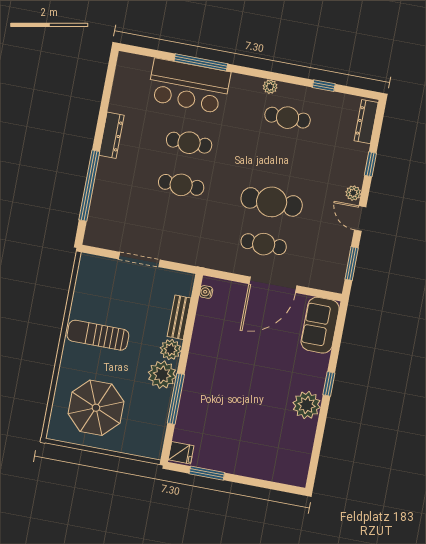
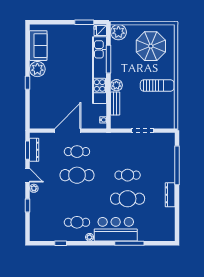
bar counter: (189, 86) -> (116, 229), moved
dresser: (366, 122) -> (34, 150), moved
cafe table: (189, 143) -> (128, 199), width x1.37, depth x1.35
sofa: (320, 325) -> (38, 46), moved
plant: (162, 375) -> (118, 32), moved
kitchen unit: (196, 382) -> (100, 70), added

